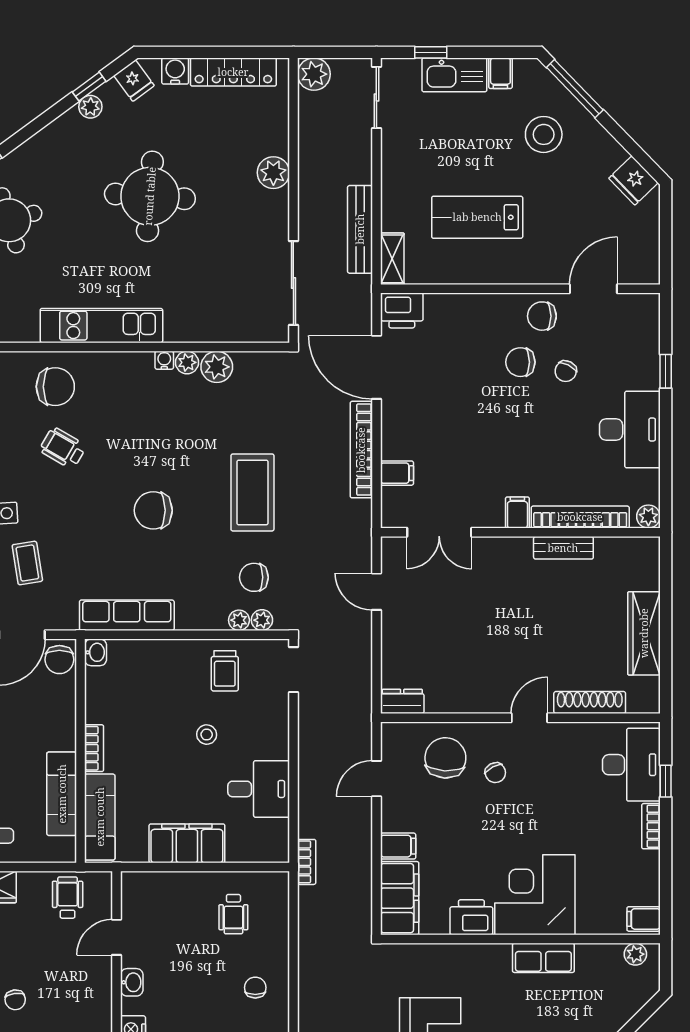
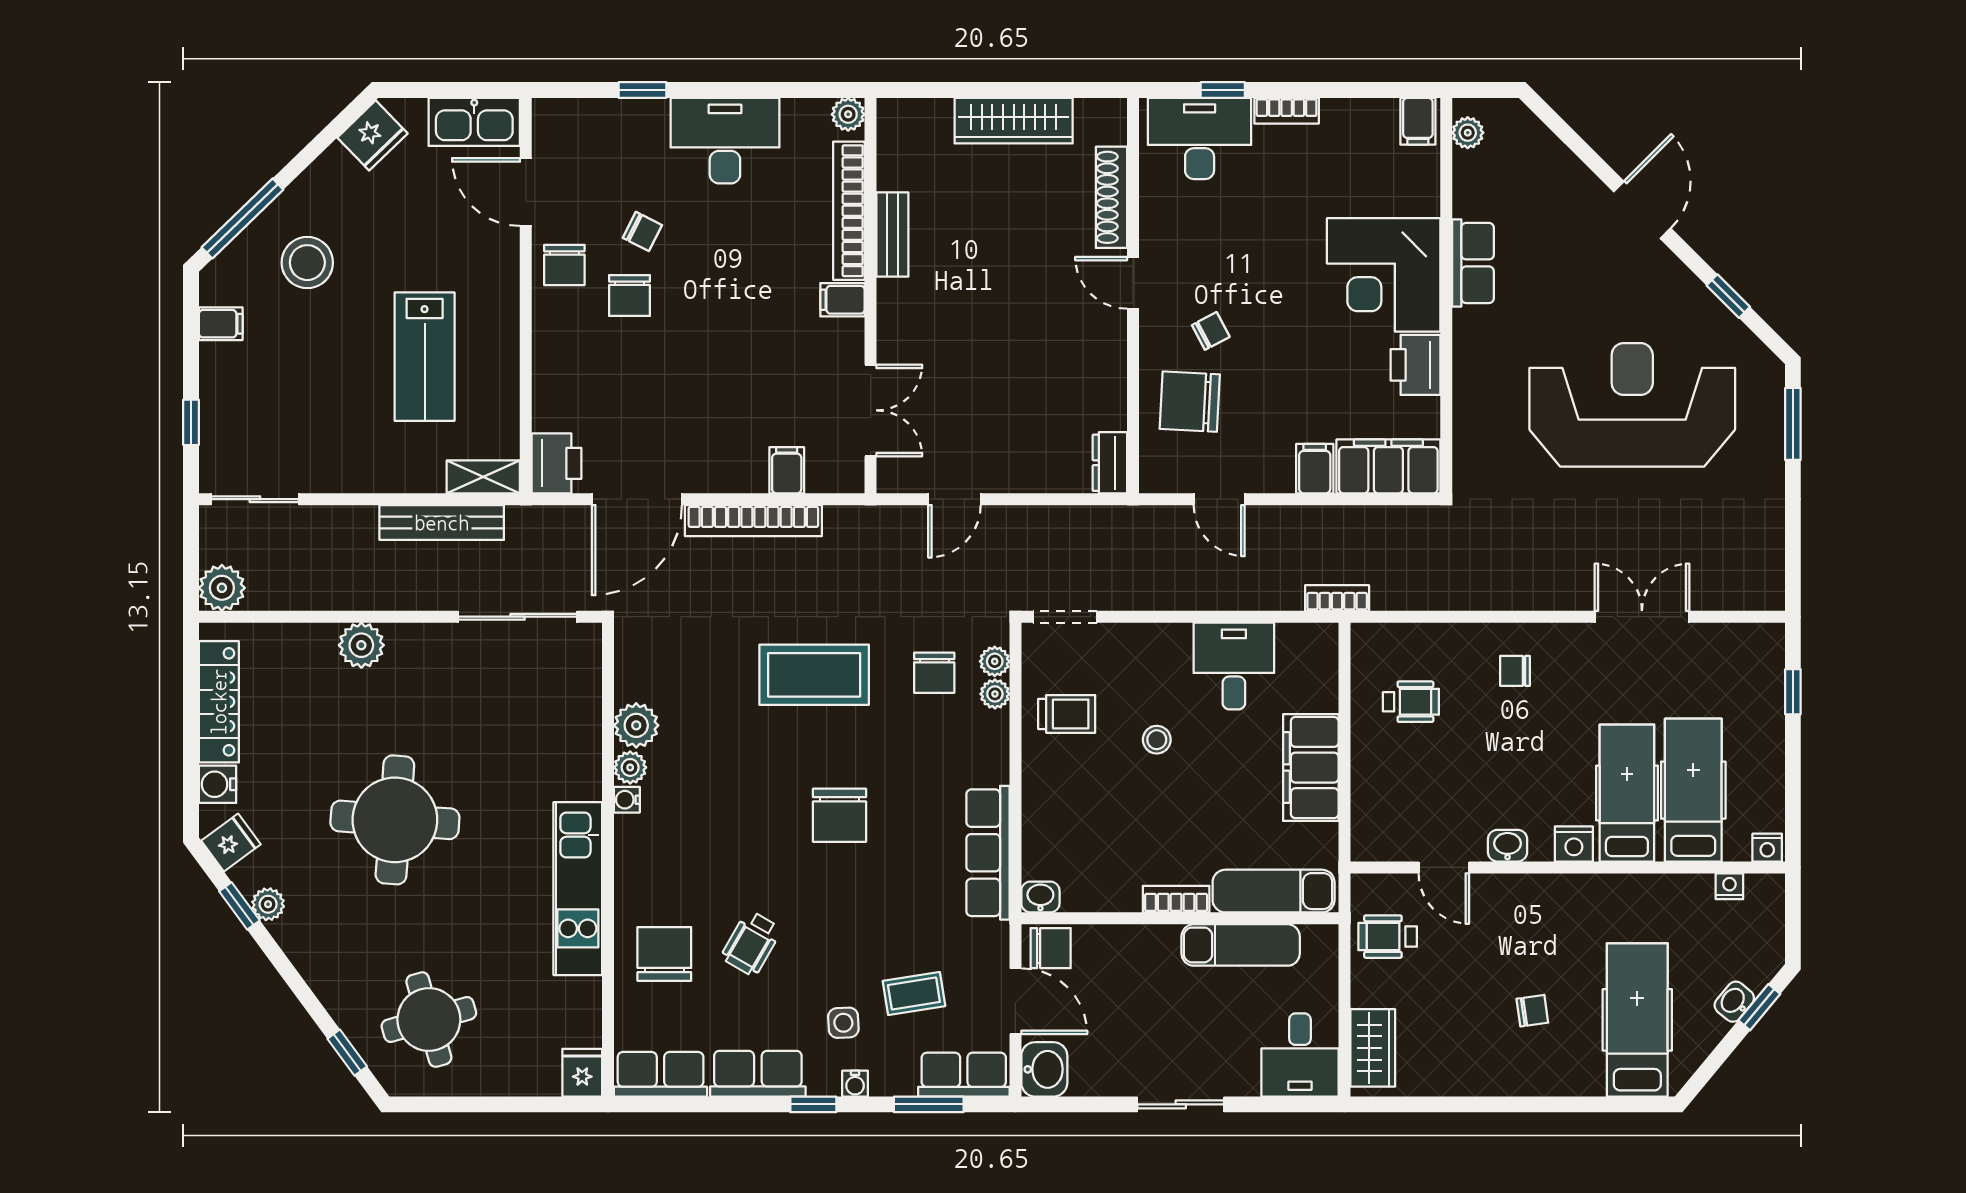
kitchen sink: (454, 75) -> (474, 122), moved, turned 90

